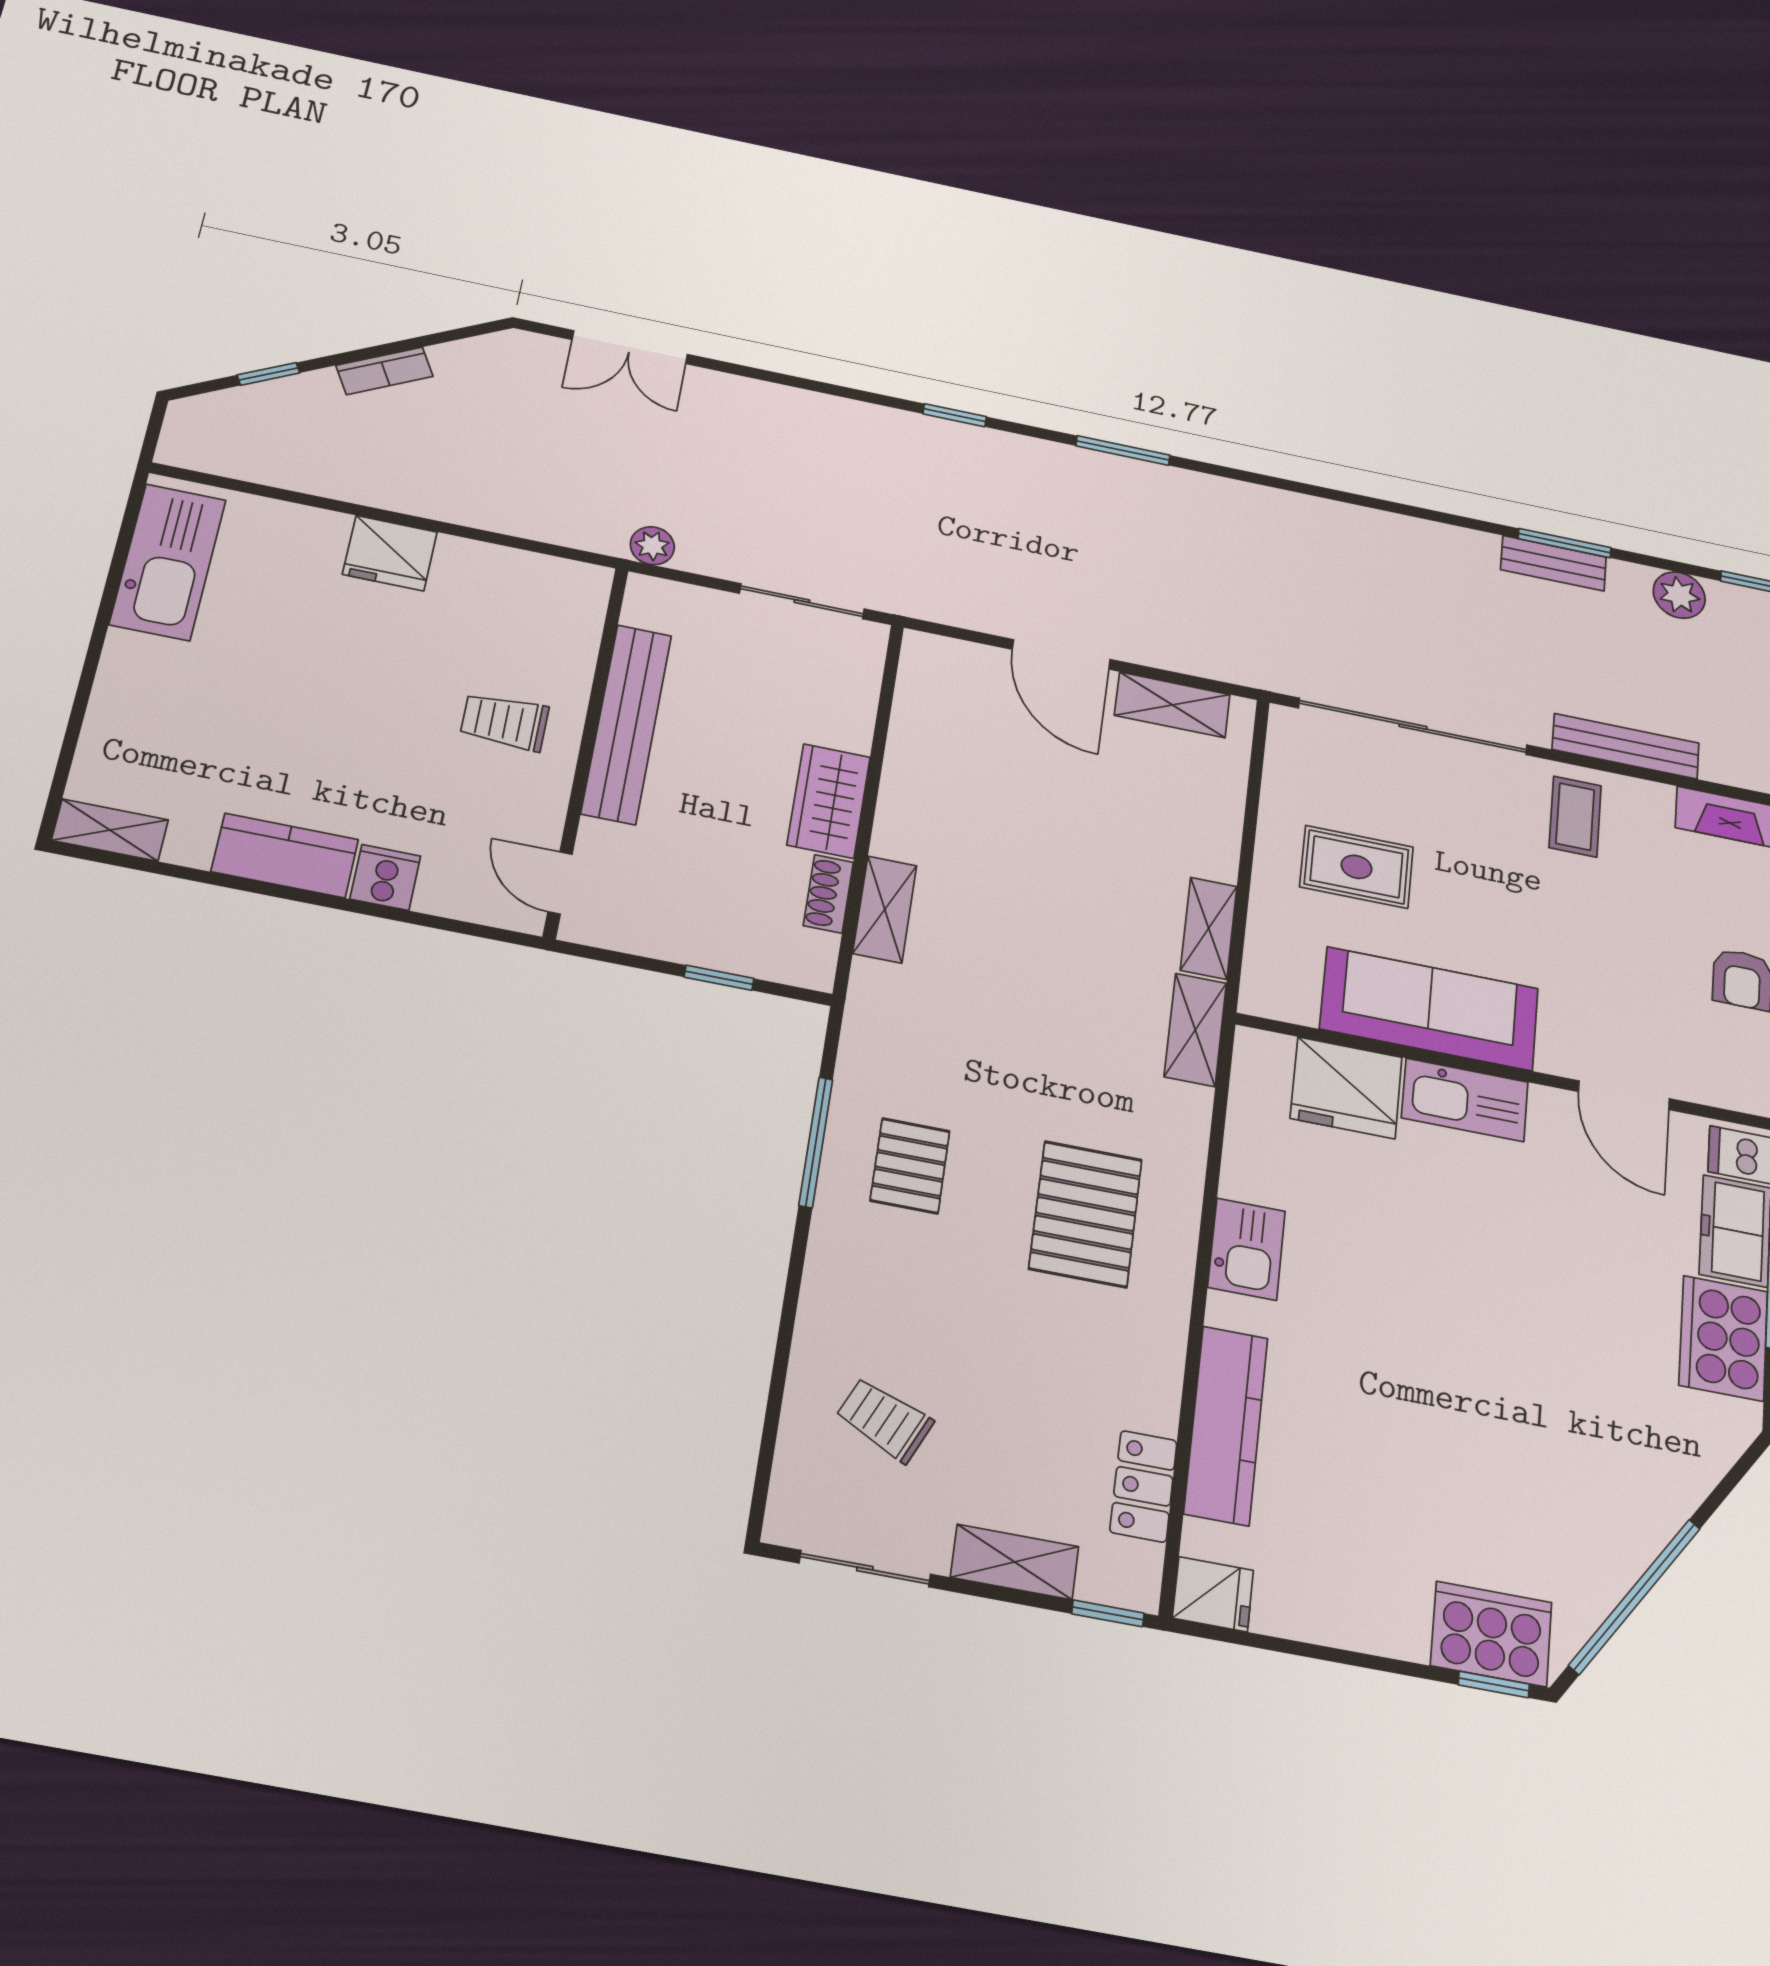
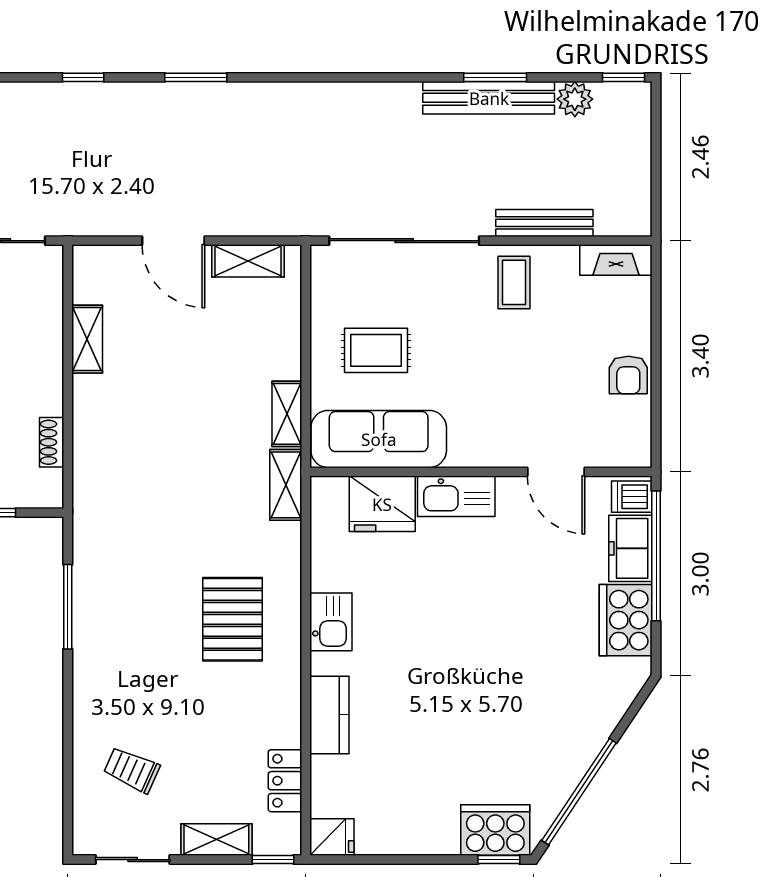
bench: (1553, 563) -> (489, 98), width x1.86, depth x1.21
wardrobe: (829, 801) -> (43, 378), removed
shelving: (885, 909) -> (87, 339), moved
sofa: (1429, 1009) -> (379, 439), moved
pallet: (910, 1166) -> (125, 610), removed
kitchen counter: (1226, 1425) -> (329, 715), width x0.67

